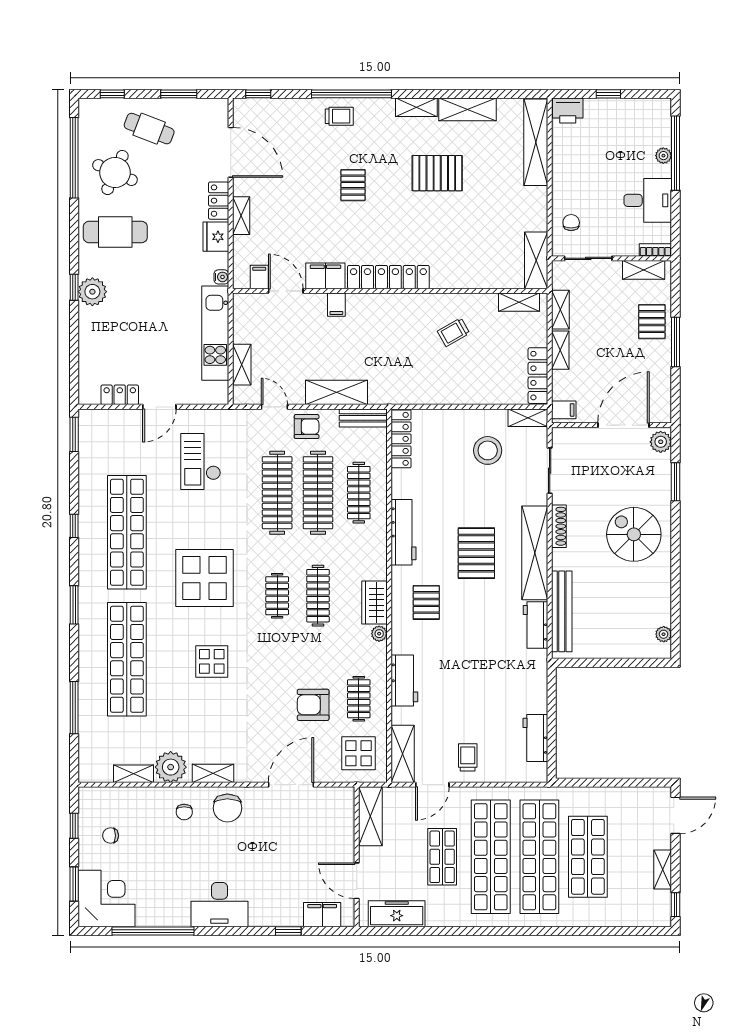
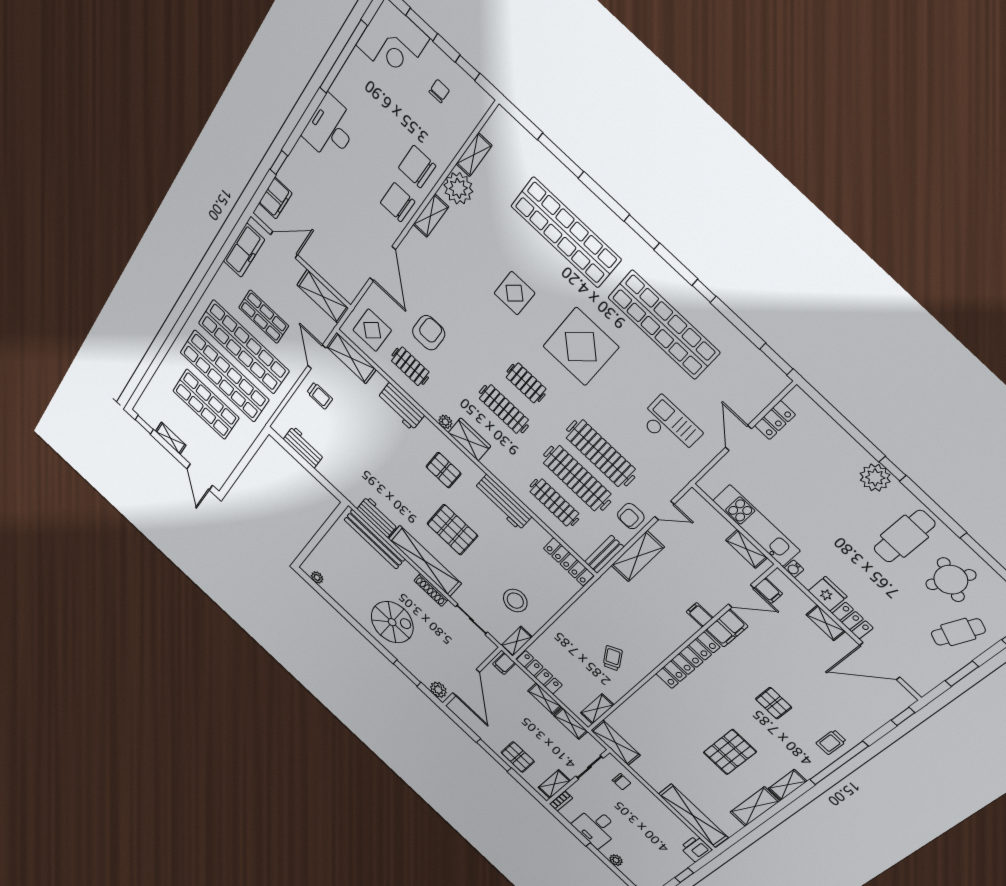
shelving: (242, 365) -> (747, 549), moved
chair: (184, 812) -> (417, 167), width x1.87, depth x1.87

